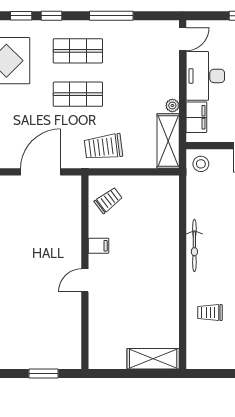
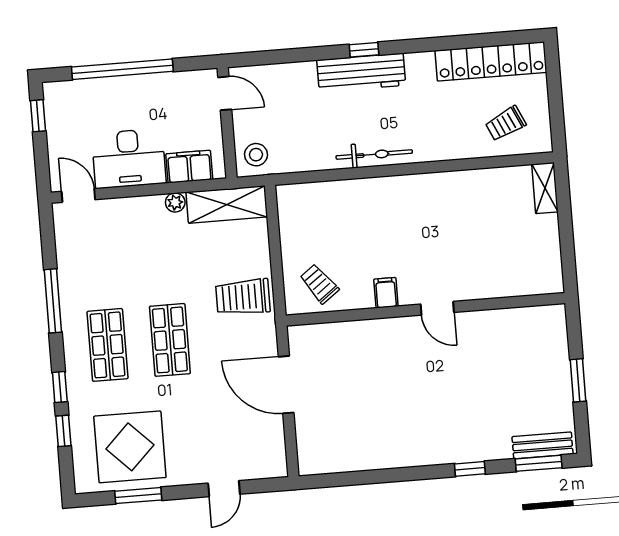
trolley: (103, 147) -> (243, 297), turned 97
trolley: (210, 313) -> (506, 124), moved, turned 65
shelving: (153, 359) -> (545, 188), width x0.67, depth x0.75
window: (43, 373) -> (578, 380), moved

